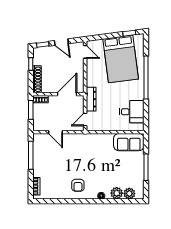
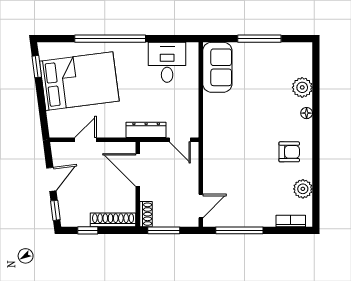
door: (85, 52) -> (85, 140), moved
door: (56, 132) -> (201, 206), moved
plant: (129, 194) -> (303, 189), moved

